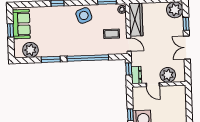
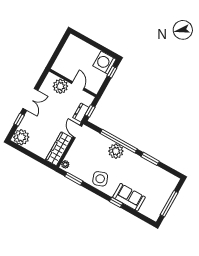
sofa: (21, 24) -> (129, 197), moved, turned 90
window: (10, 30) -> (169, 204), width x2.17
coffee table: (112, 34) -> (86, 149), removed
plant: (30, 50) -> (116, 151), moved
dresser: (136, 75) -> (81, 113), moved

